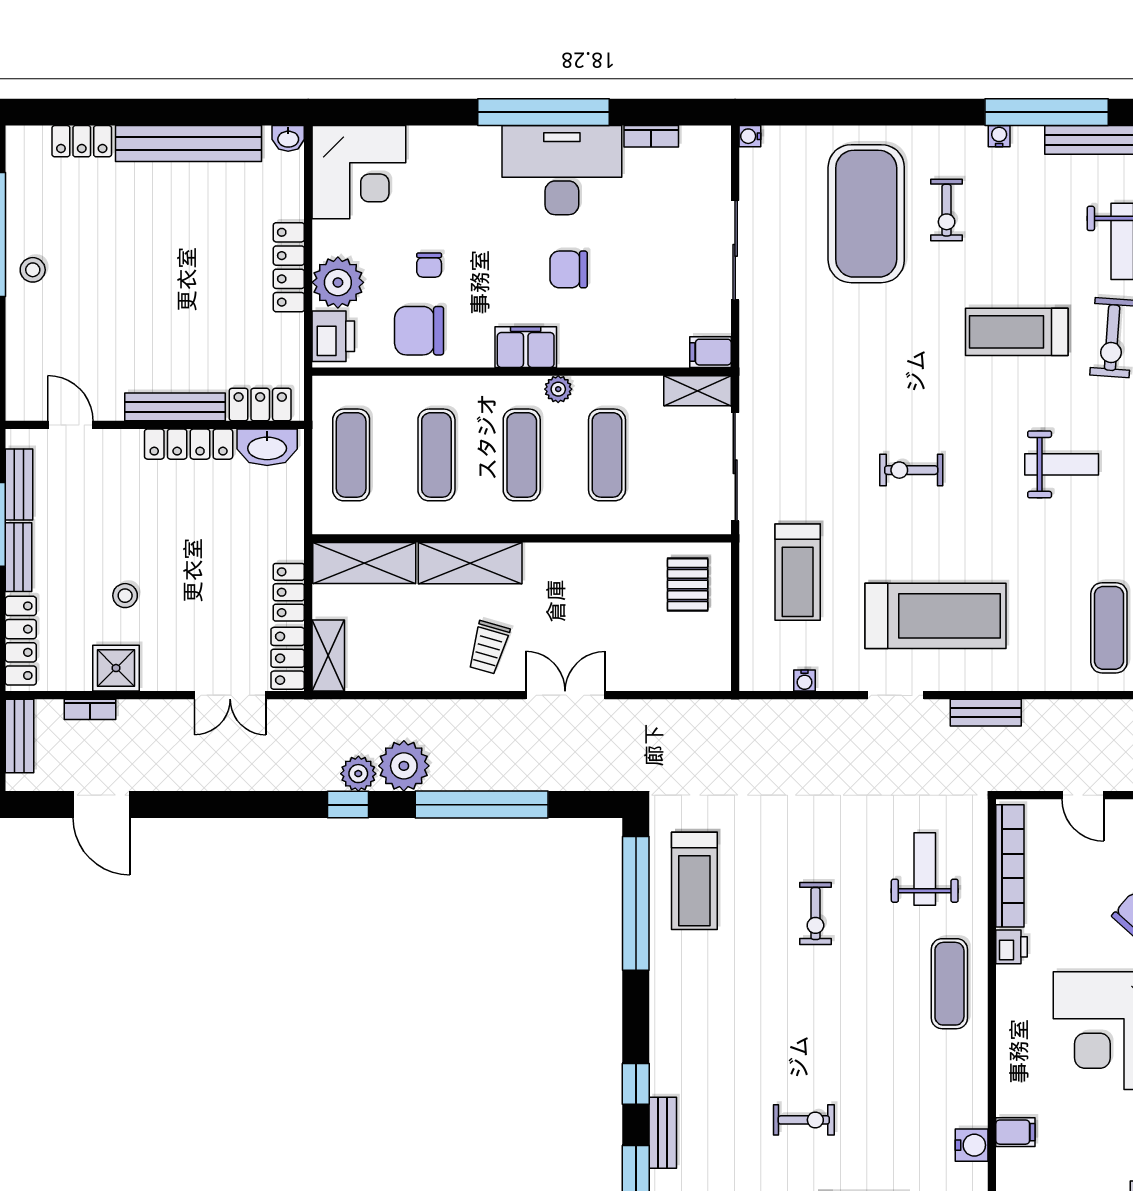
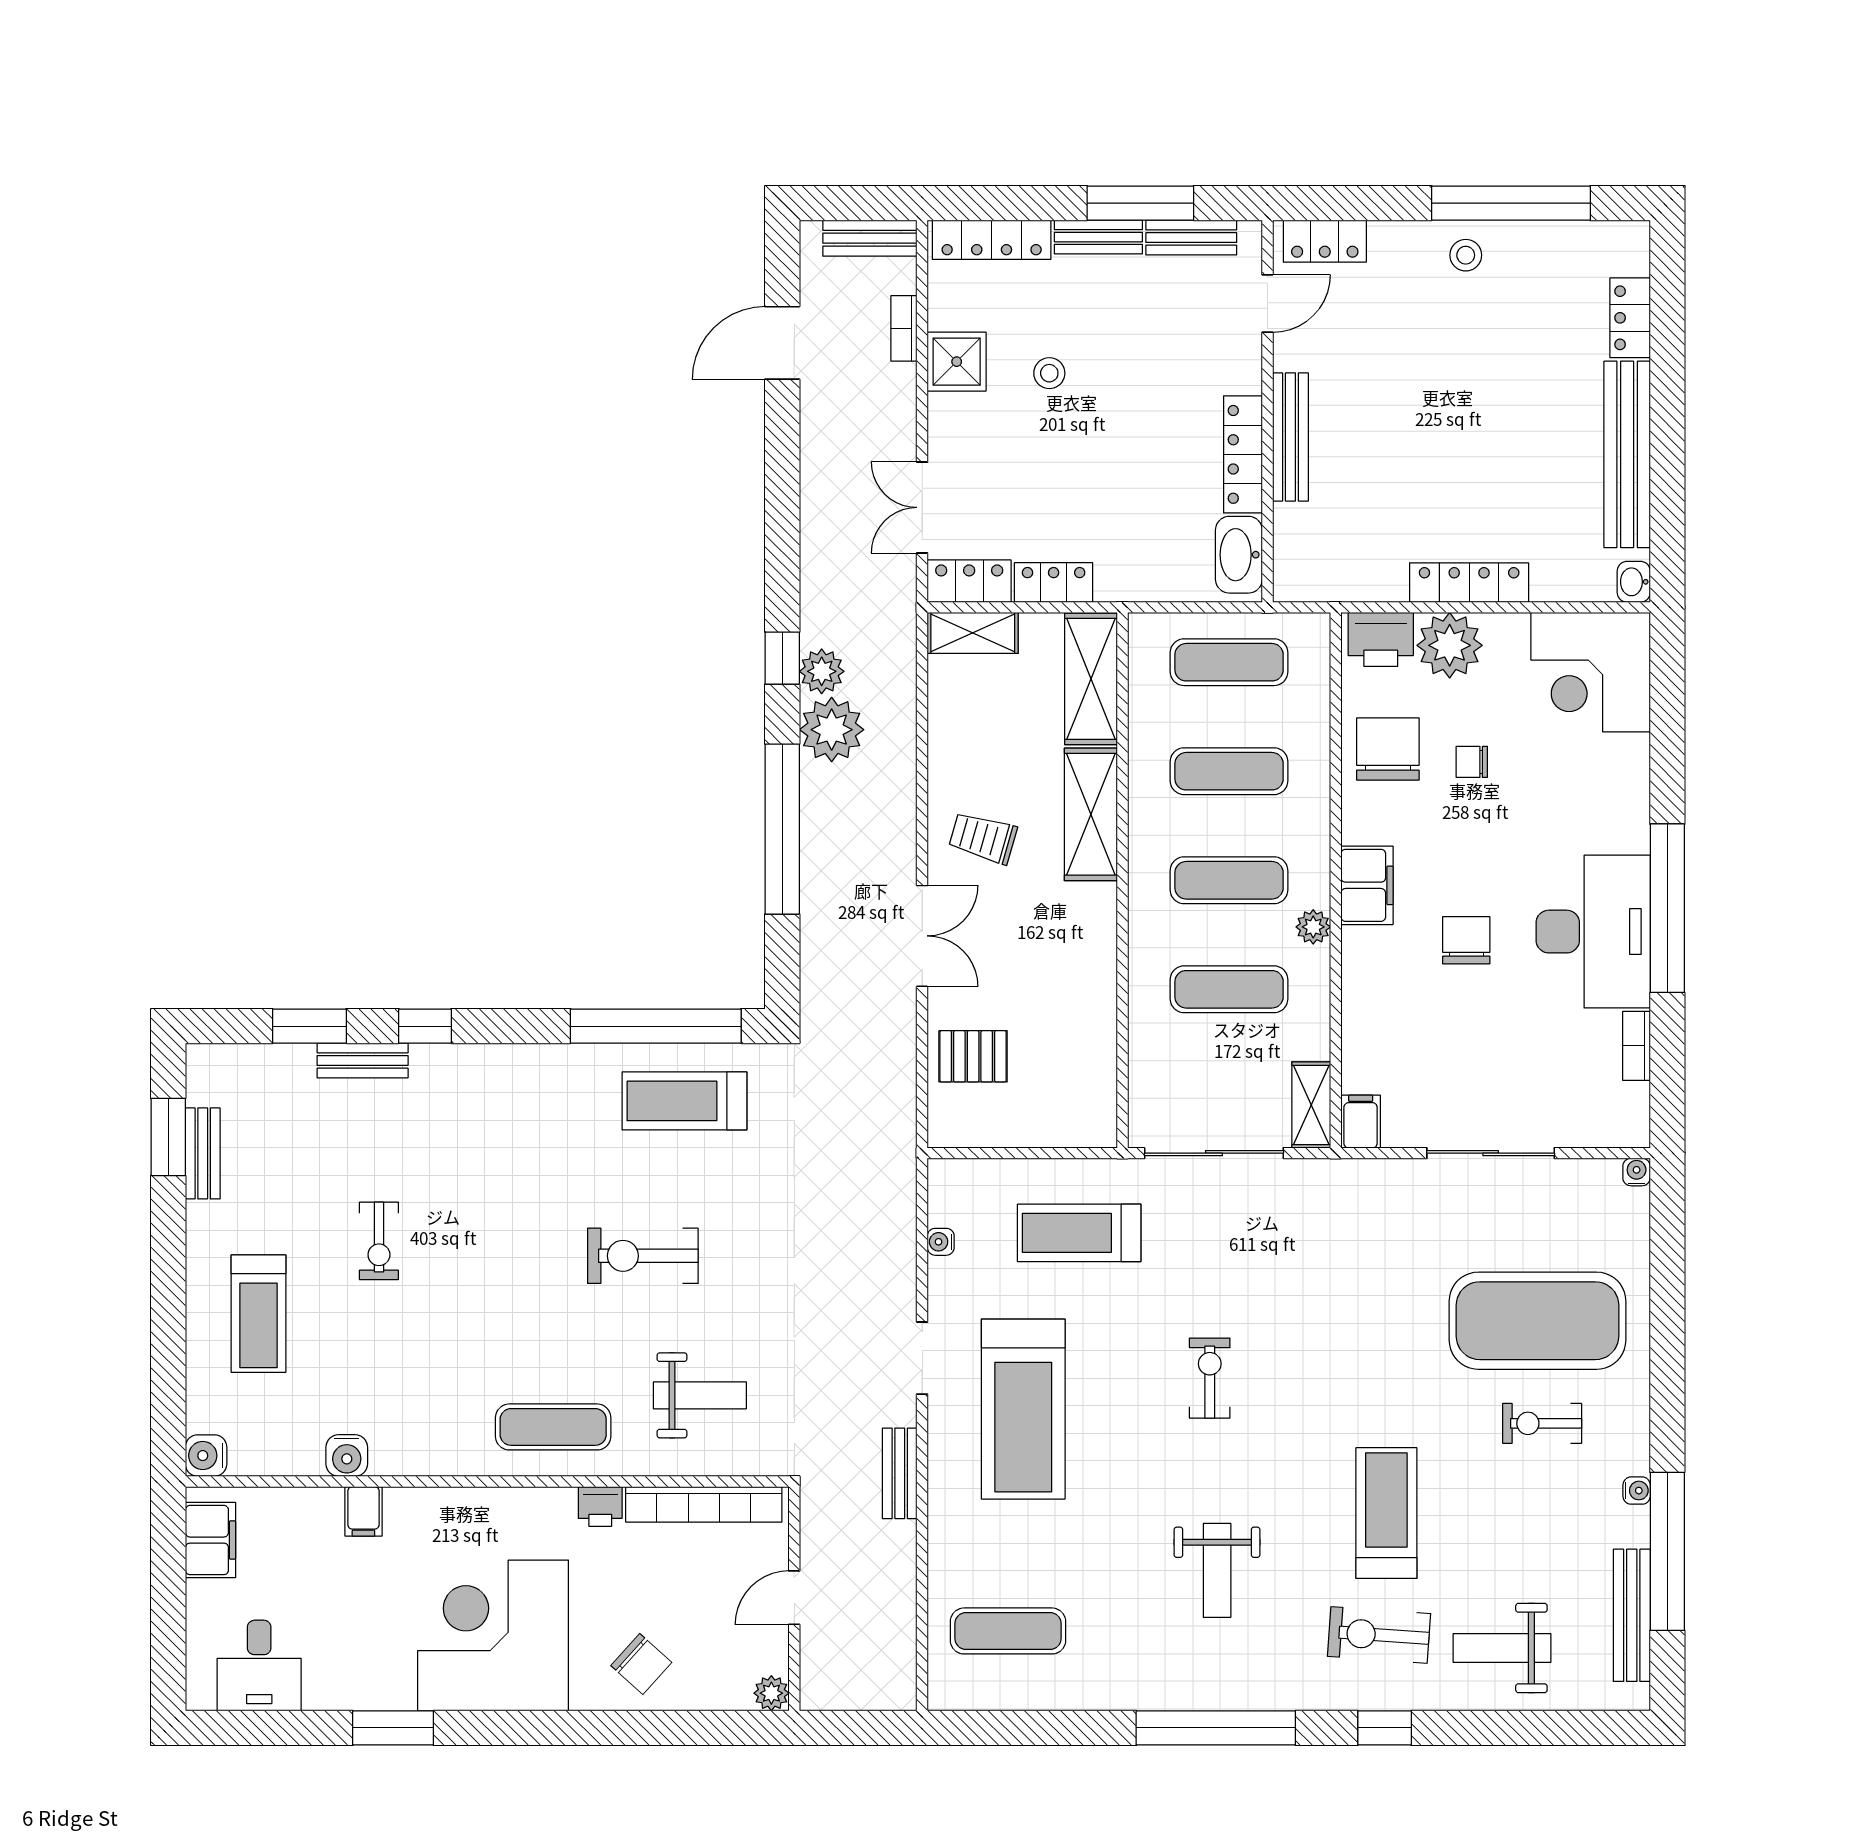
locker: (260, 405) -> (1325, 241), moved, turned 90
pallet: (688, 585) -> (973, 1056), moved
exercise bike: (815, 914) -> (643, 1256), width x1.38, depth x1.39

